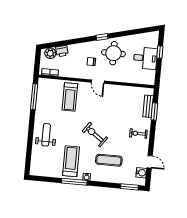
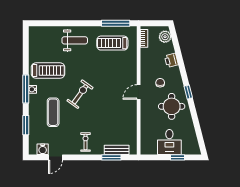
printer: (62, 51) -> (171, 60), moved
treadmill: (70, 97) -> (112, 43), moved
window: (74, 182) -> (26, 89), moved
window: (129, 187) -> (26, 125), moved

